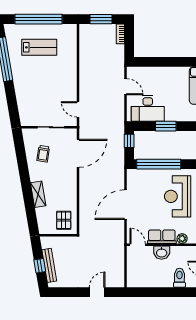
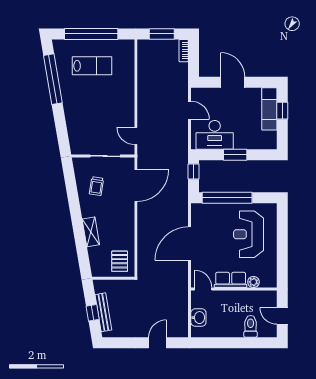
door: (164, 62) -> (233, 82), added
washbasin: (162, 253) -> (198, 318), moved, turned -90

